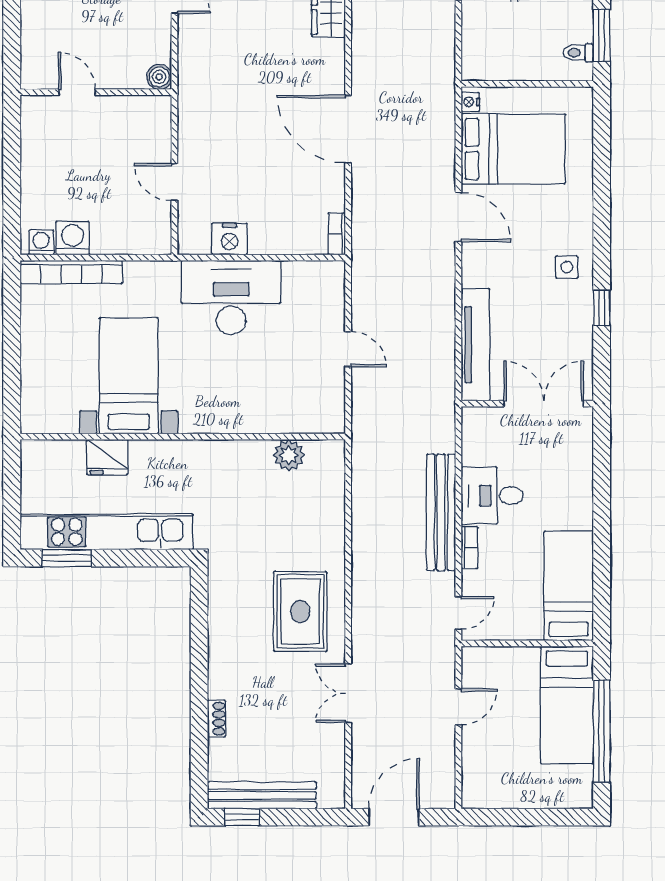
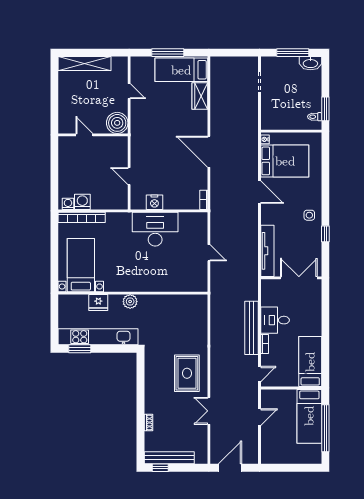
boiler: (159, 77) -> (117, 123), width x1.86, depth x1.86
bed with nightstands: (129, 376) -> (81, 265), moved
plant: (289, 455) -> (130, 302), moved

